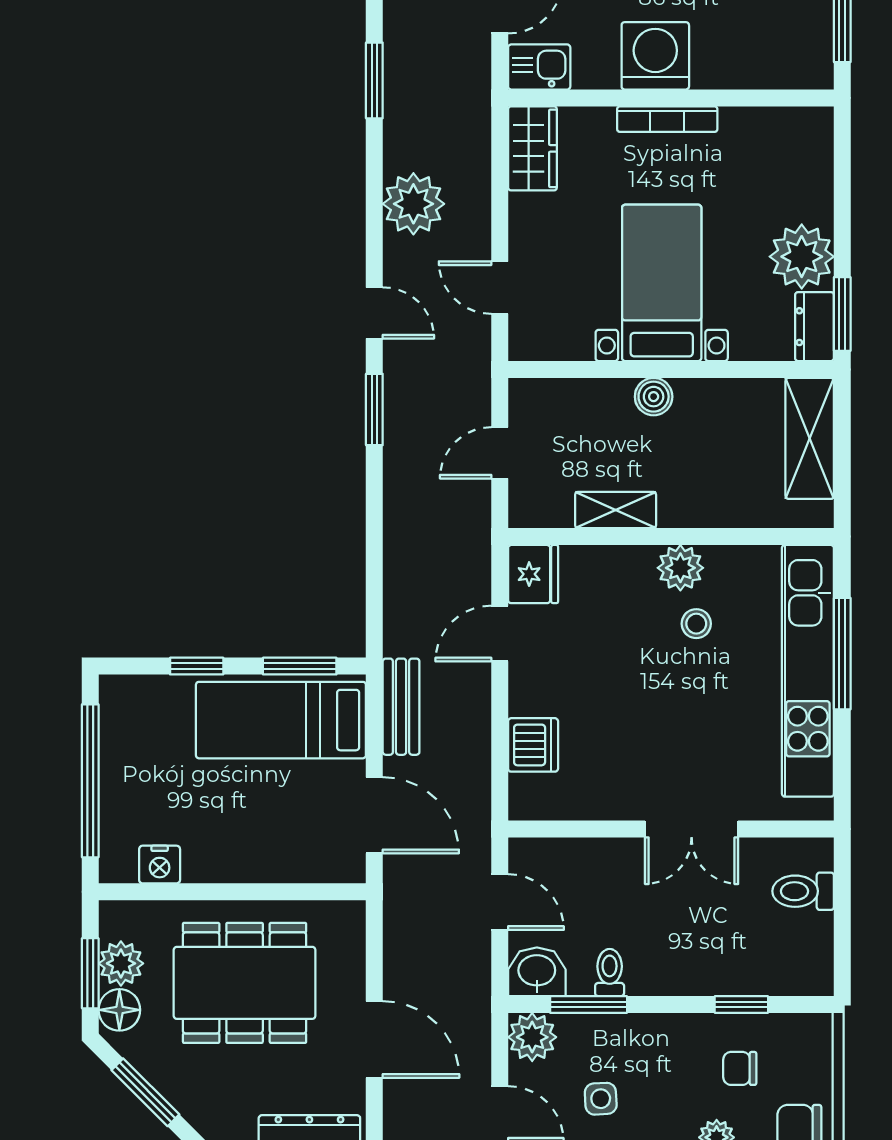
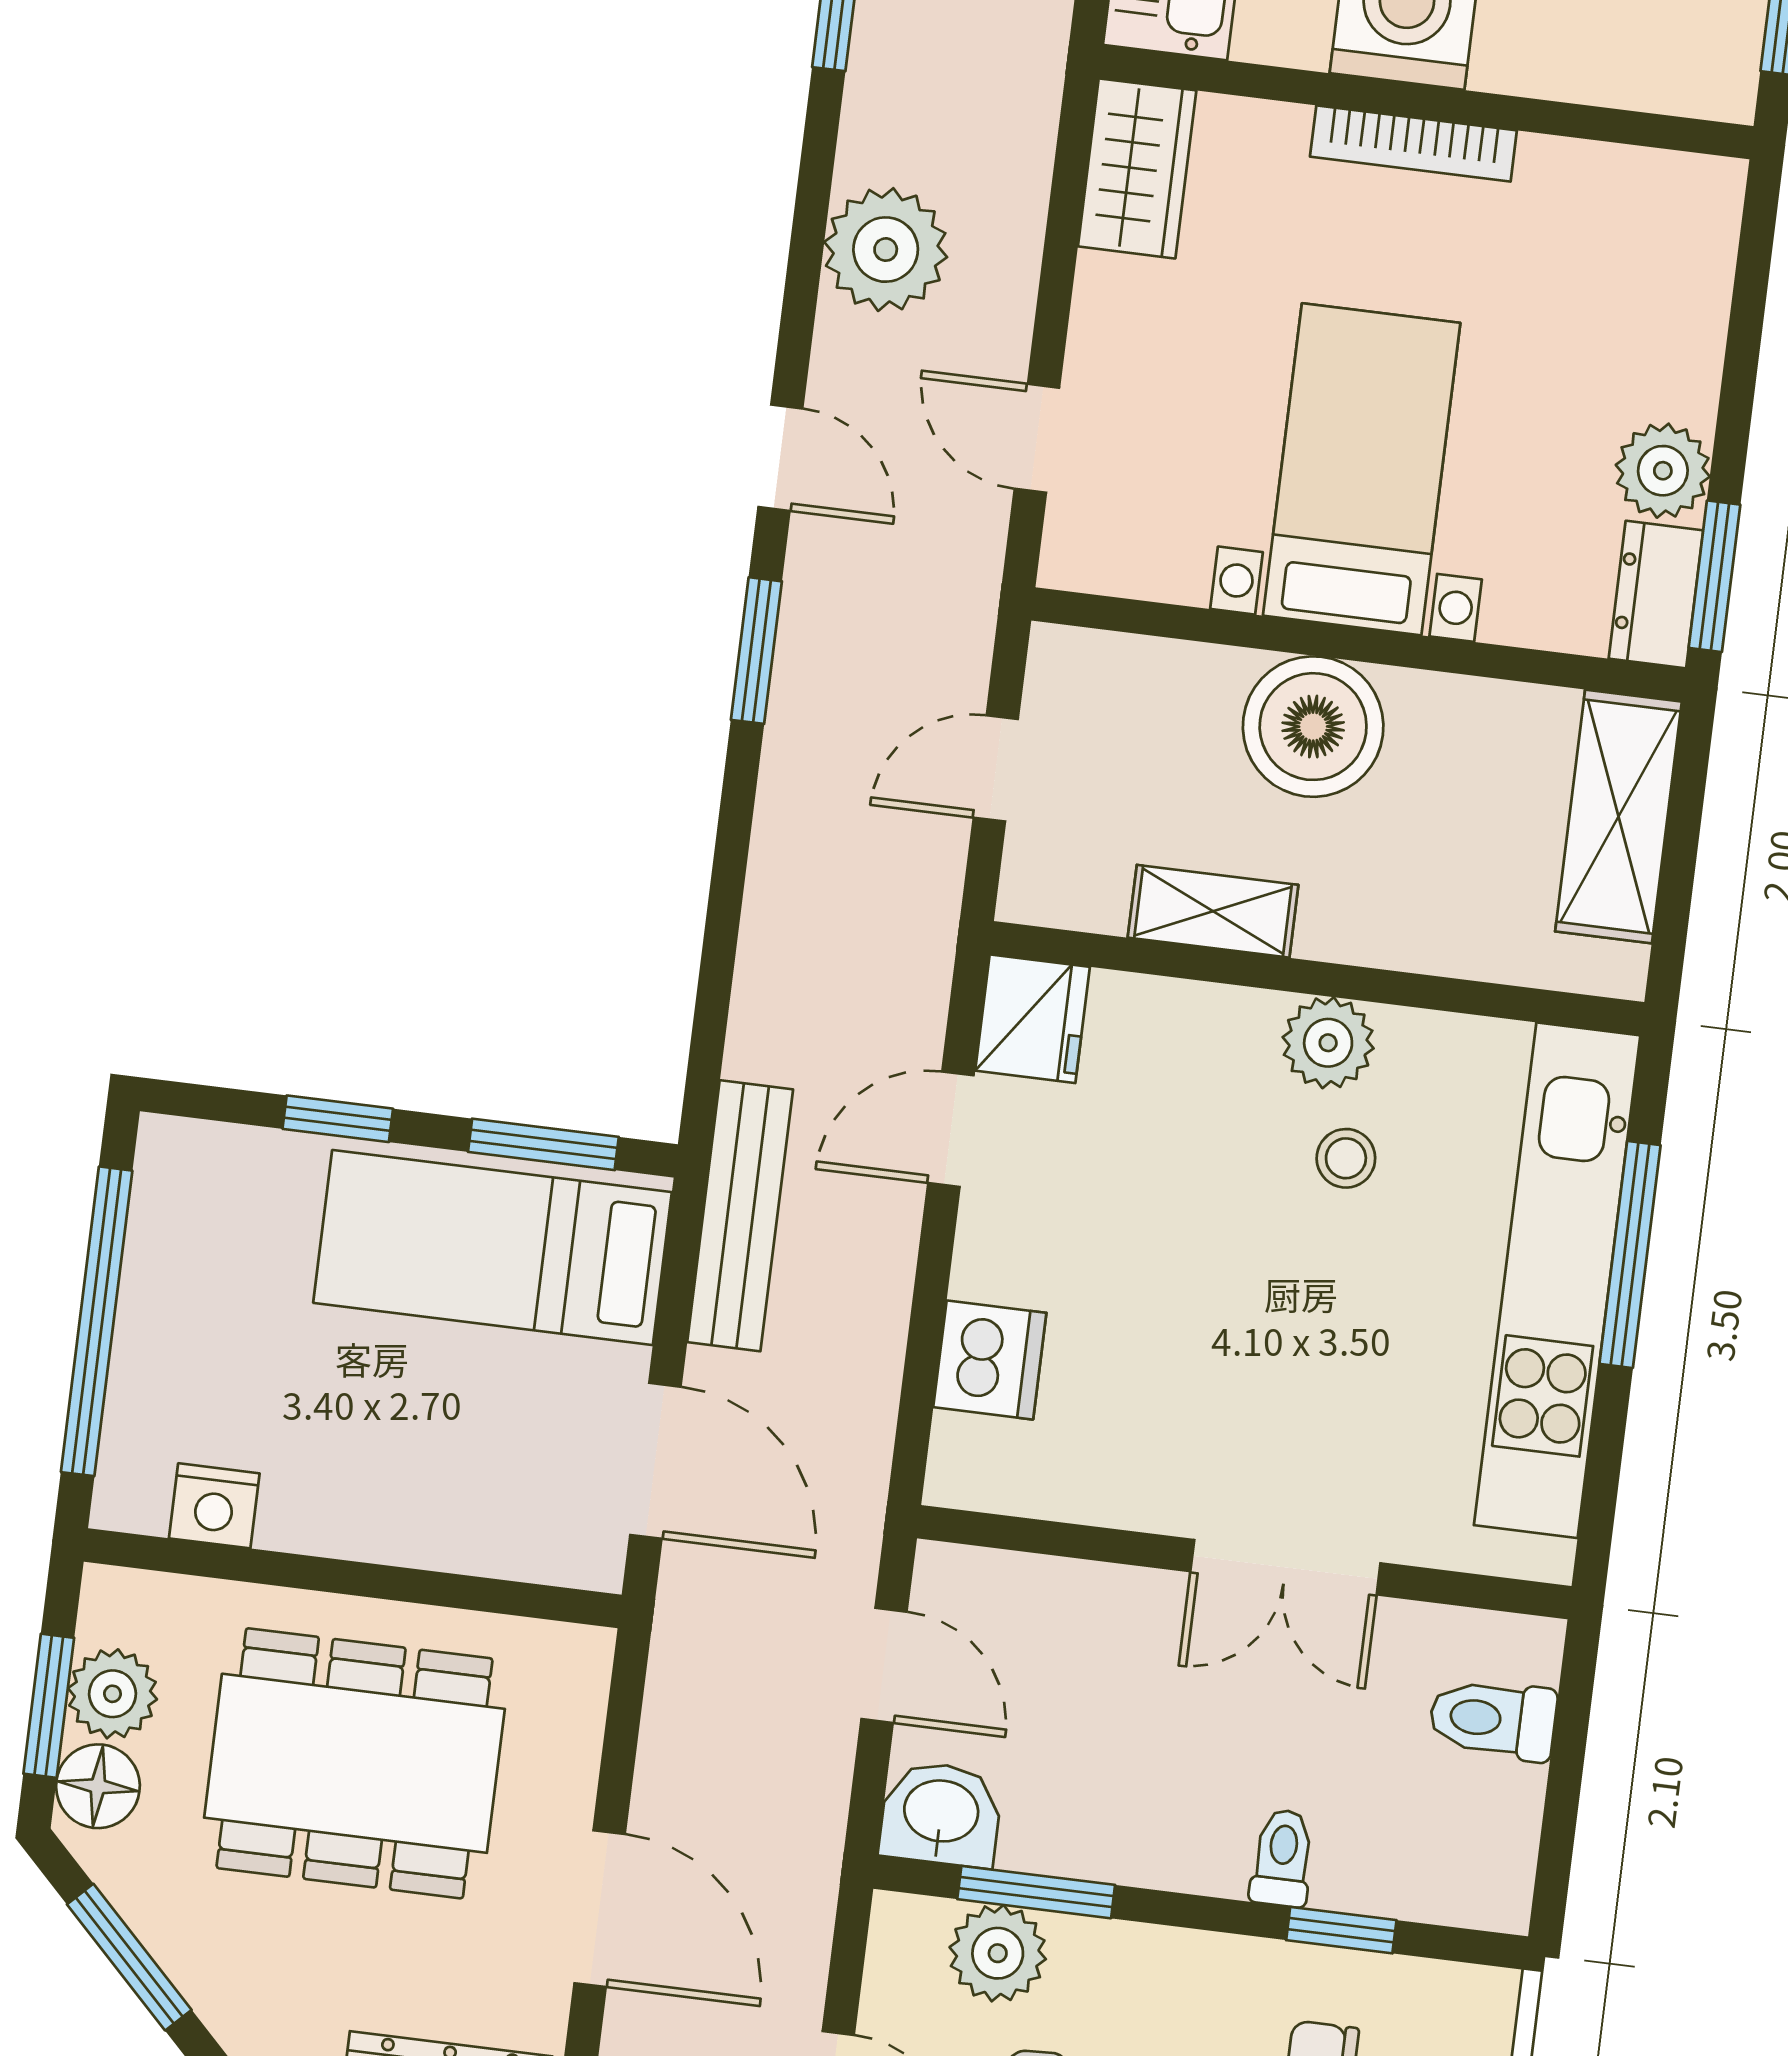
plant: (802, 257) -> (1663, 471), width x0.73, depth x0.73
boiler: (654, 397) -> (1313, 727), width x1.86, depth x1.86
bench: (401, 707) -> (740, 1216), width x1.36
toilet: (610, 973) -> (1282, 1858), moved
plant: (532, 1037) -> (998, 1953), moved

